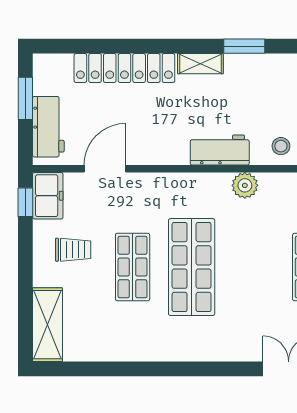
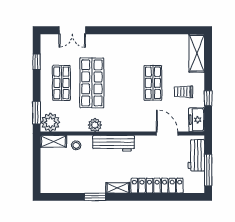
window: (25, 98) -> (208, 170), width x1.44
workbench: (220, 150) -> (114, 143), width x1.38
door: (105, 169) -> (167, 134), swing flipped
window: (25, 202) -> (208, 98), moved
shop shelf: (192, 267) -> (92, 83), moved

